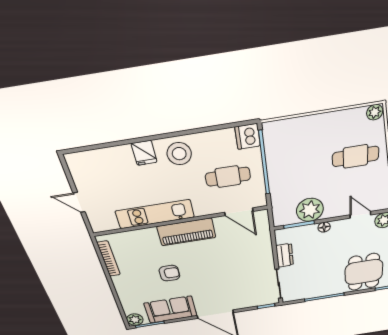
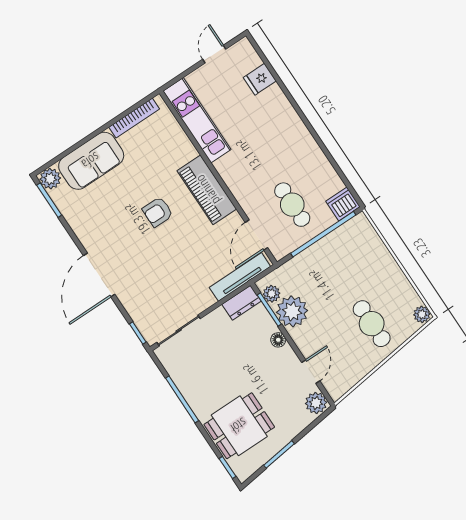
fridge: (144, 153) -> (260, 79), moved
stool: (179, 154) -> (296, 146), removed
door: (79, 202) -> (214, 54), moved
kitchen unit: (155, 214) -> (197, 120), moved
plant: (289, 219) -> (272, 294), added
tv unit: (264, 234) -> (240, 277), added
dresser: (285, 255) -> (242, 303), moved
armchair: (169, 273) -> (158, 212), moved, turned 90
sofa: (171, 310) -> (91, 161), moved, turned 90

